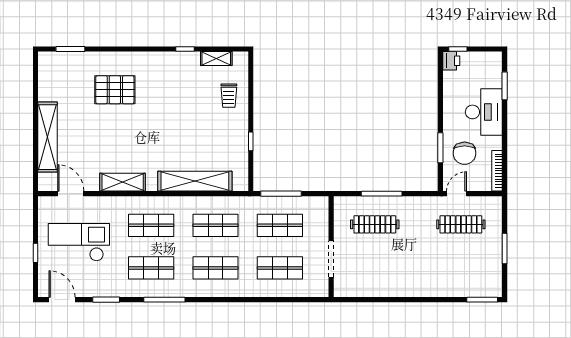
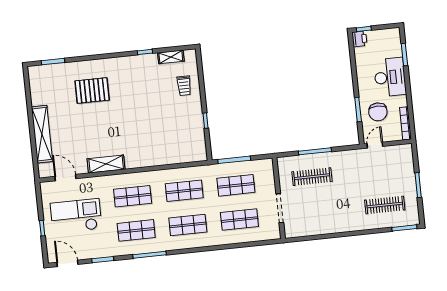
shelving: (195, 181) -> (164, 157), removed
clothes rail: (461, 224) -> (385, 205), moved

